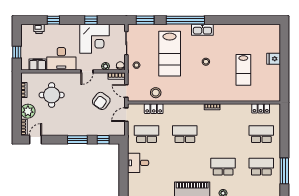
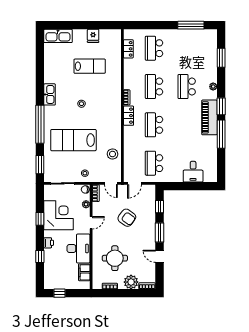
printer: (39, 29) -> (49, 243), moved
kitchen sink: (202, 30) -> (50, 94), moved
kitchen sink: (274, 38) -> (58, 36), added
window: (17, 52) -> (60, 293), moved
lab bench: (170, 54) -> (73, 140), turned 180
fridge: (274, 59) -> (93, 36), moved
door: (87, 71) -> (91, 223), hinge flipped
door: (126, 91) -> (111, 183), hinge flipped
armchair: (101, 101) -> (127, 218), moved
locker: (154, 109) -> (129, 116), moved
door: (126, 115) -> (135, 183), hinge flipped
door: (35, 140) -> (160, 256), moved
desk: (138, 163) -> (193, 172), moved
school desk: (261, 167) -> (154, 87), moved

